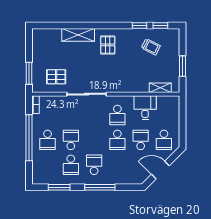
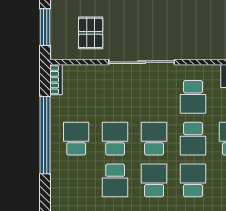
pallet: (56, 77) -> (91, 33), turned 90
school desk: (48, 140) -> (76, 139), turned 180
school desk: (94, 140) -> (154, 139), added
school desk: (117, 165) -> (193, 180), added

